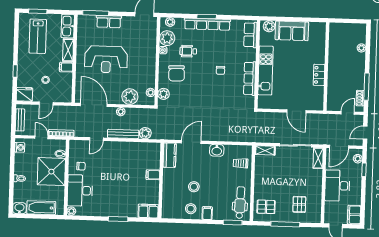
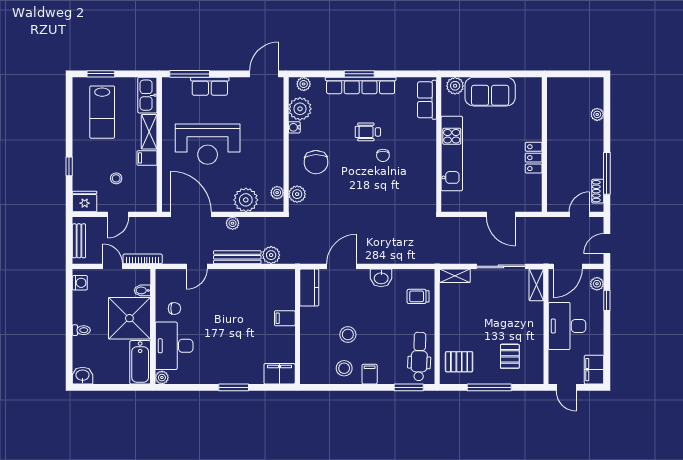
wheelchair: (188, 51) -> (368, 132), moved
row of seats: (250, 79) -> (428, 167), removed
bathtub: (41, 208) -> (140, 362), moved, turned -90

